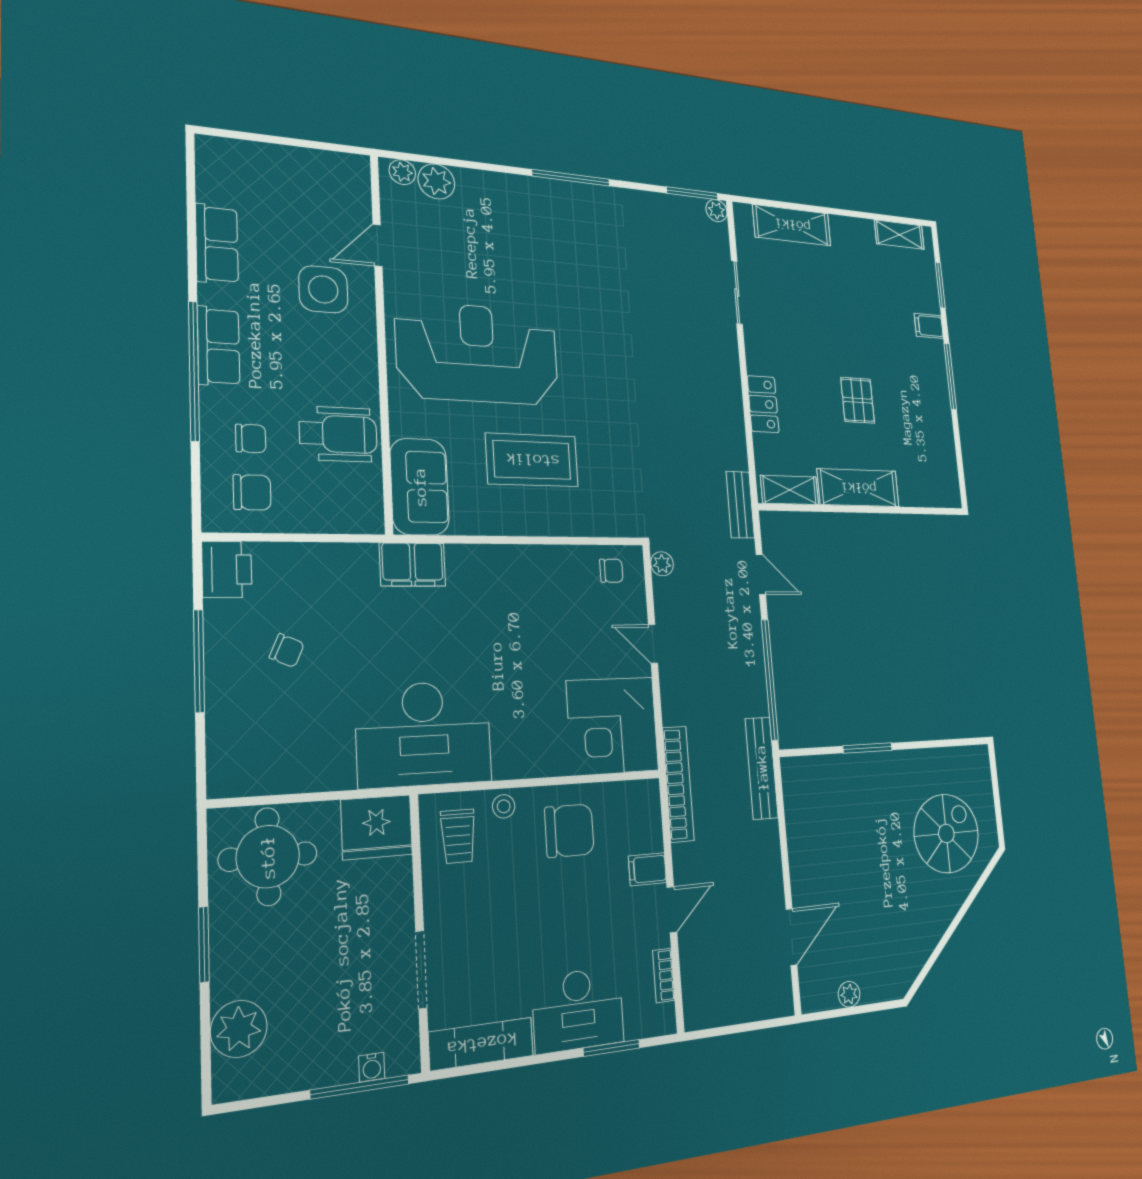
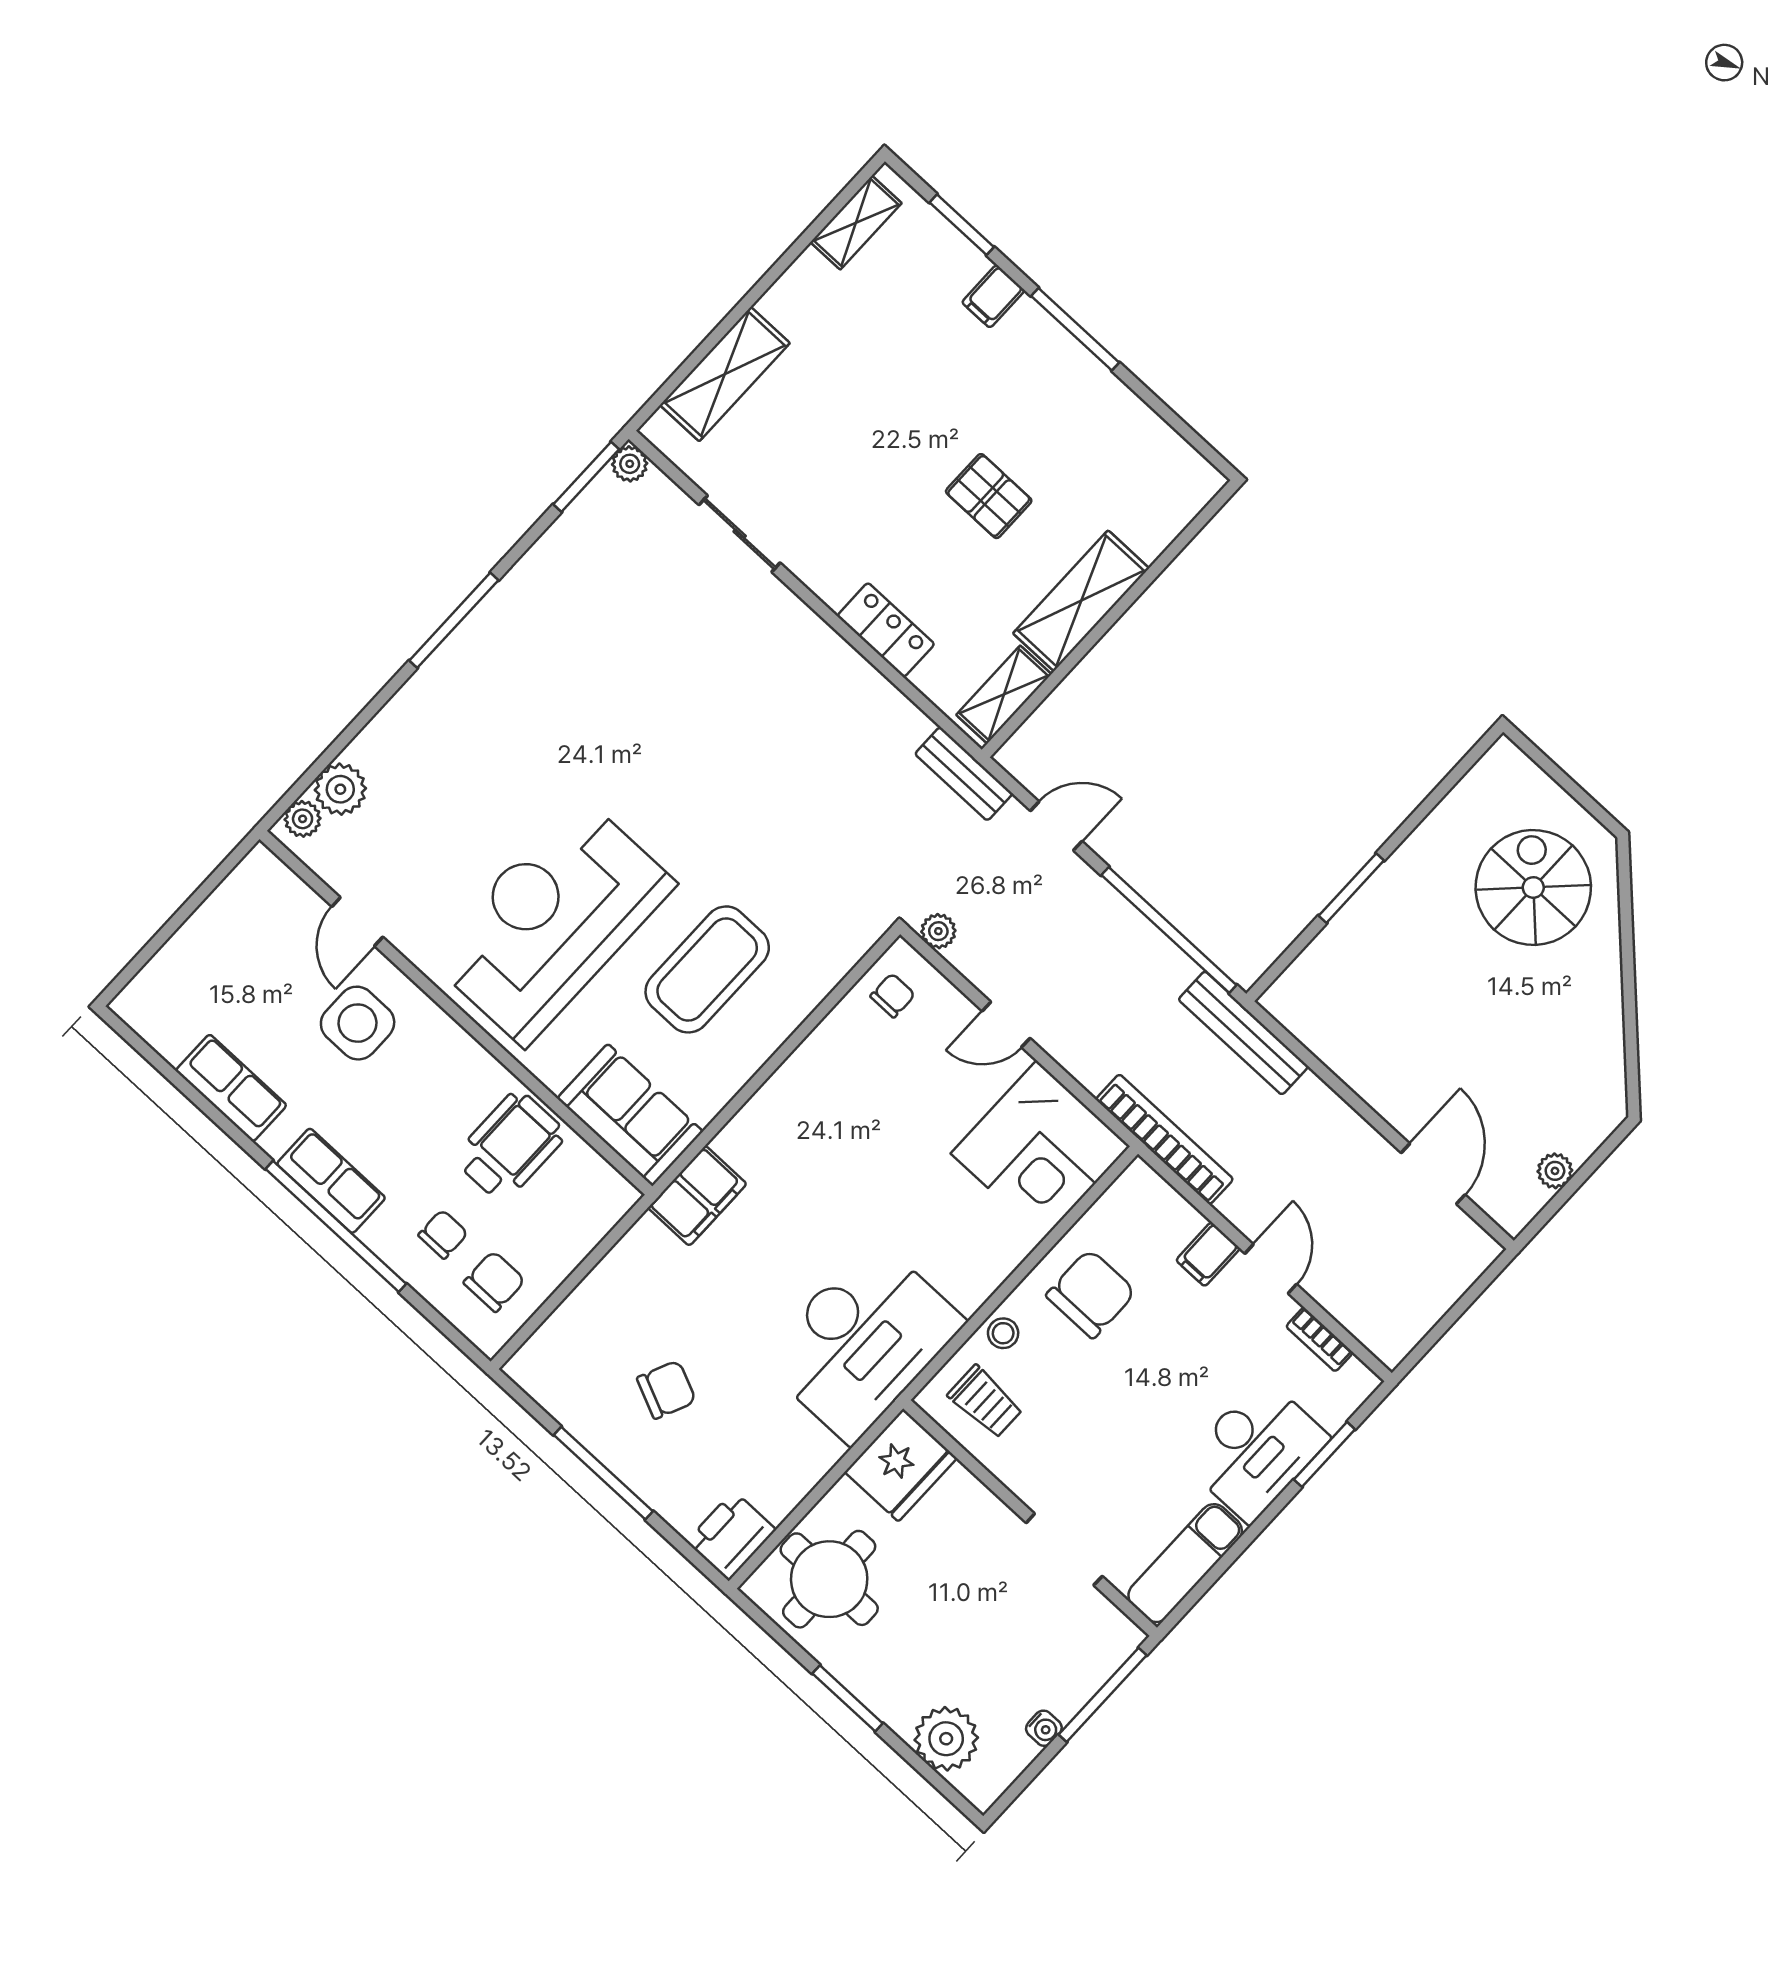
printer: (227, 569) -> (731, 1536), moved, turned -90
chair: (287, 651) -> (666, 1390), width x1.37, depth x1.37
water cooler: (372, 1067) -> (1044, 1728), moved

